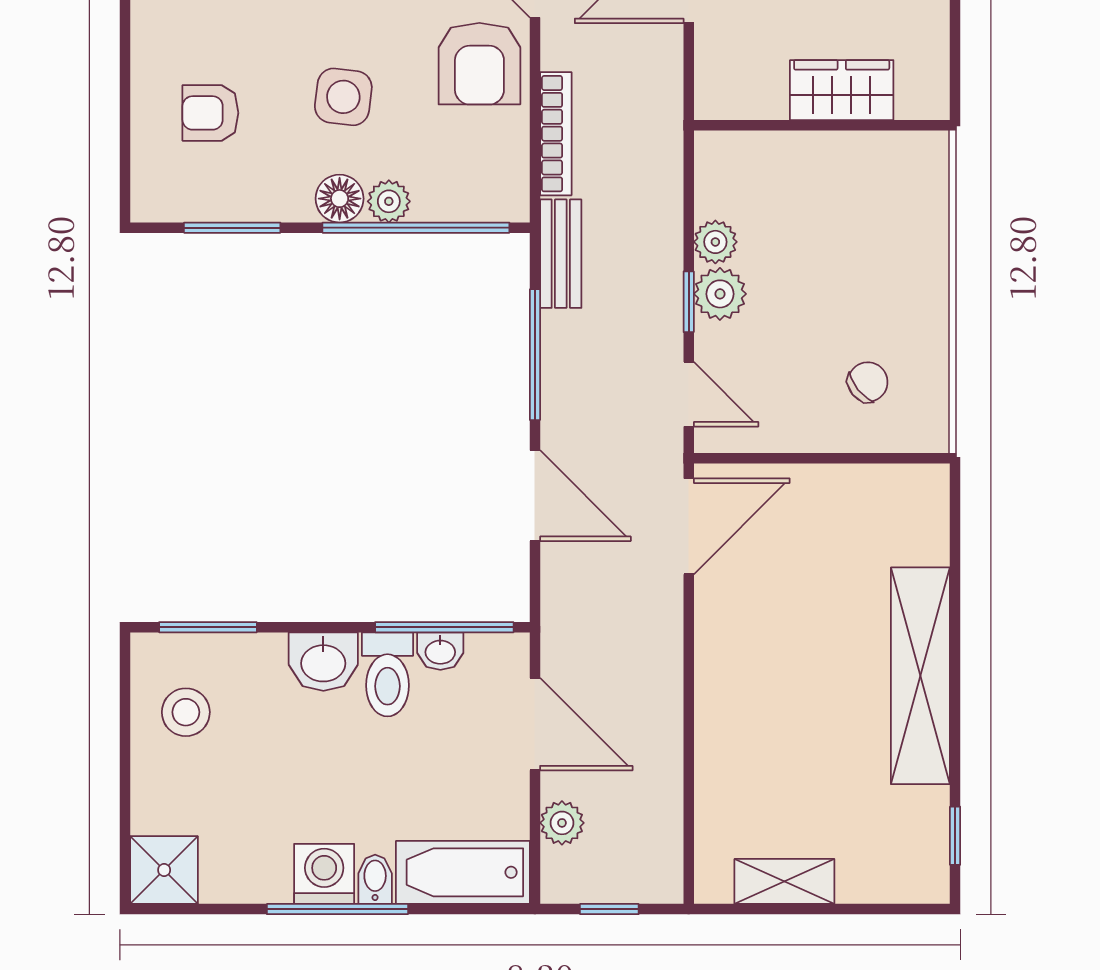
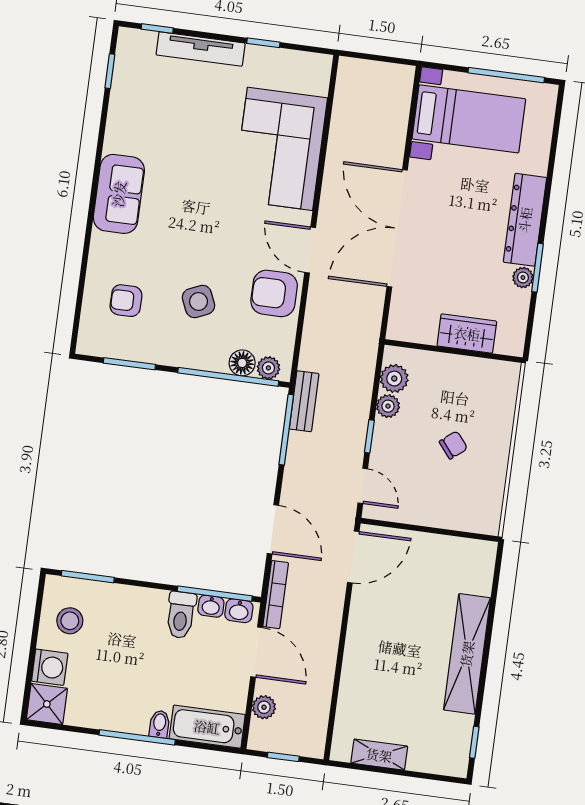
armchair: (479, 64) -> (274, 293), turned 90
side table: (343, 97) -> (199, 301), turned -30
bookcase: (556, 134) -> (276, 595), moved
floor lamp: (340, 199) -> (242, 363), moved
plant: (389, 201) -> (268, 368), moved
plant: (720, 294) -> (394, 379), moved
window: (535, 355) -> (286, 430), moved
chair: (868, 382) -> (453, 445), moved
washbasin: (323, 662) -> (239, 611), moved, width x0.72, depth x0.69
washing machine: (324, 874) -> (50, 667), moved, turned 90

